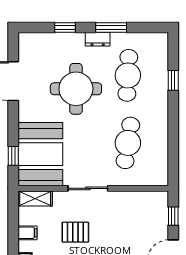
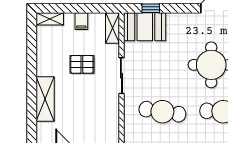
booth: (40, 154) -> (145, 27), width x0.73, depth x0.70
pallet: (75, 232) -> (82, 64), turned 90

